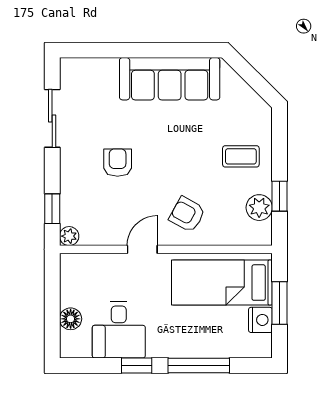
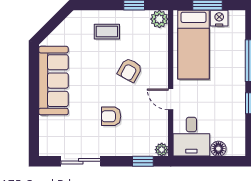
coffee table: (241, 156) -> (107, 32), turned 90
plant: (259, 208) -> (159, 19), moved
armchair: (187, 214) -> (130, 70), moved
desk: (119, 330) -> (191, 137), moved, turned 90

